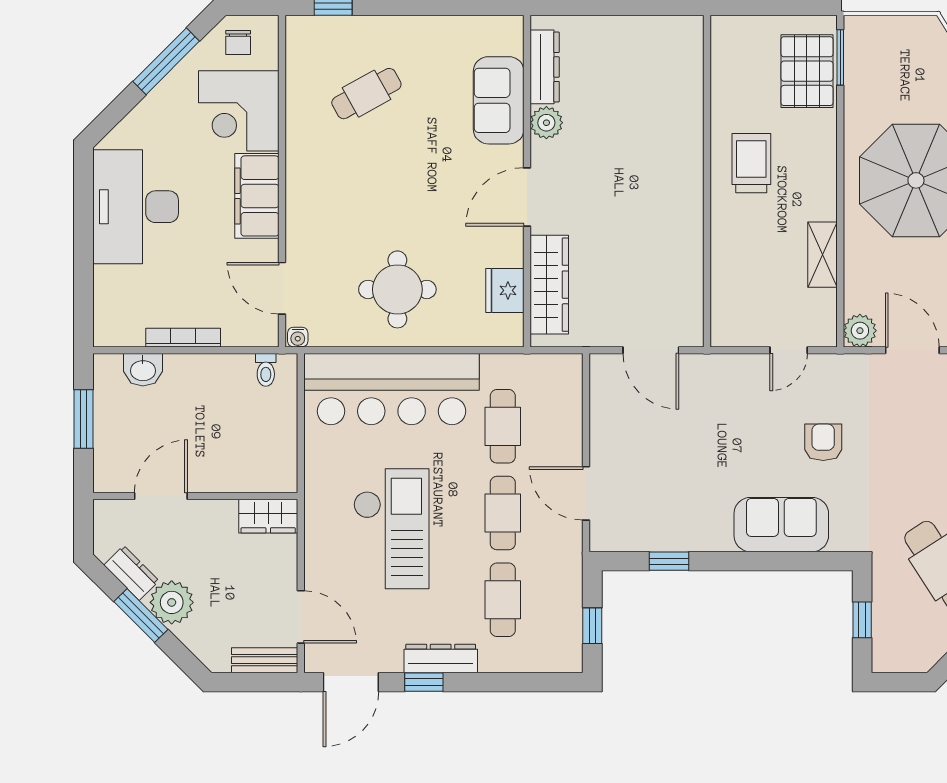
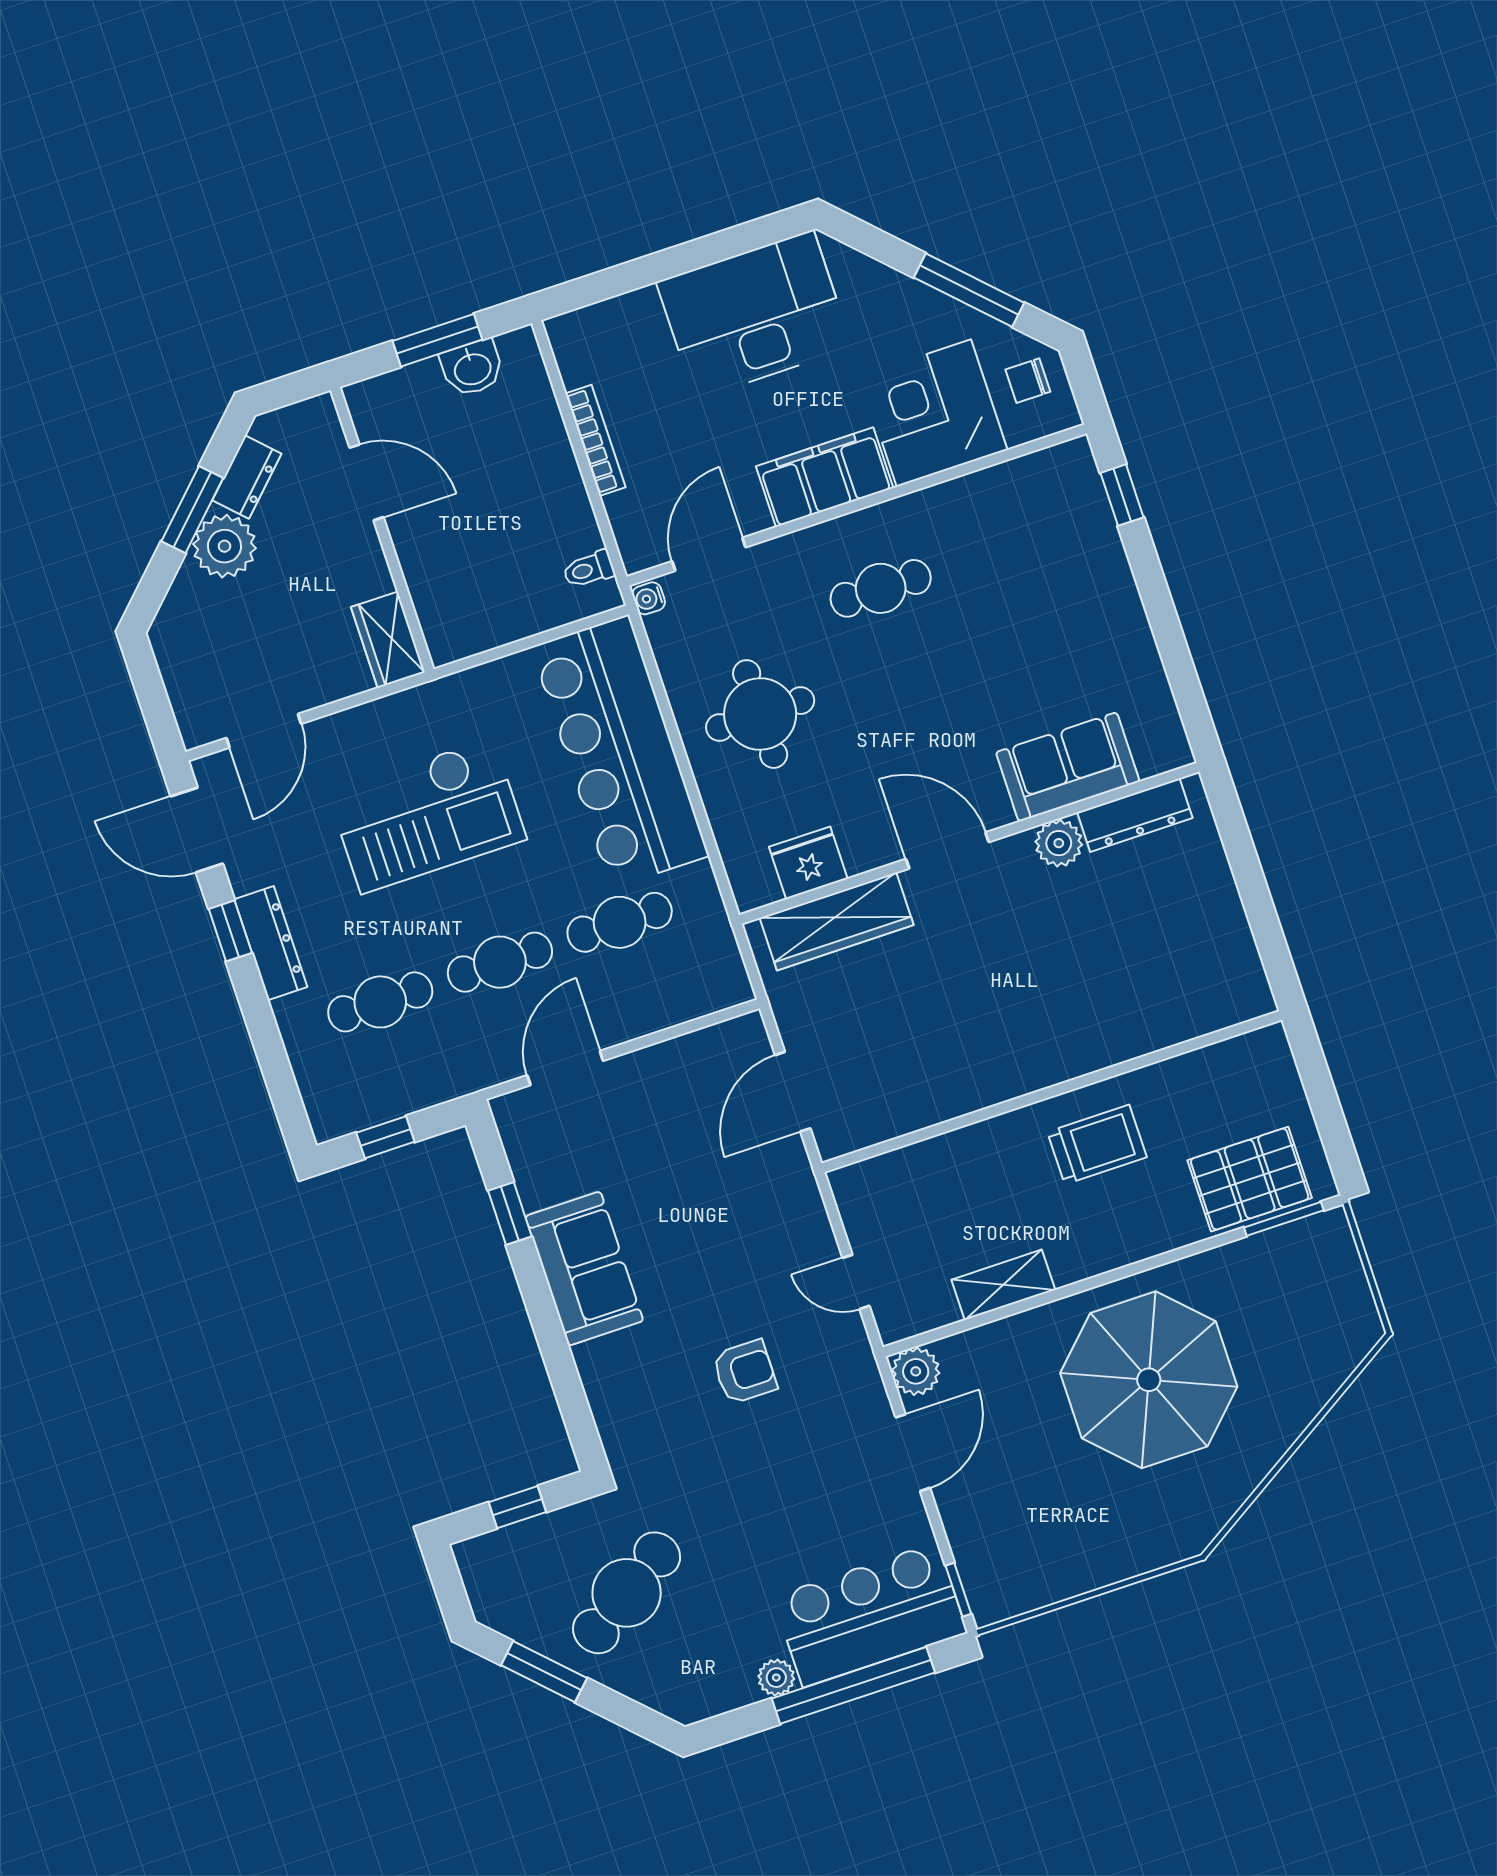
cafe table: (366, 94) -> (881, 588), moved, turned -61
washbasin: (143, 370) -> (472, 368), moved, turned -90
sofa: (781, 525) -> (584, 1269), moved
bench: (265, 660) -> (187, 701), removed

